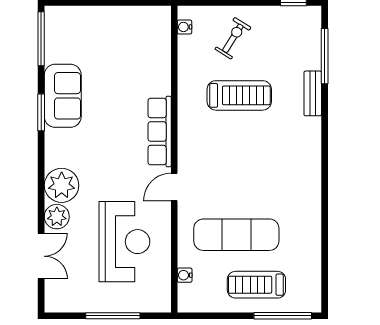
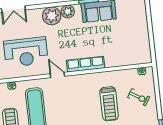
plant: (57, 217) -> (68, 12), moved

